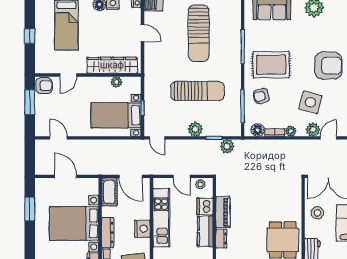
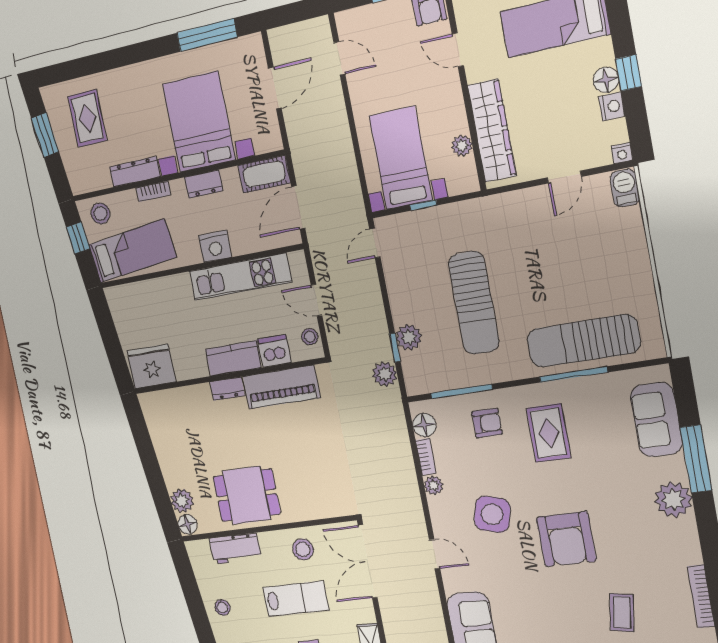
sun lounger: (199, 33) -> (583, 341), moved
rug: (271, 65) -> (549, 433), width x0.73, depth x0.70
armchair: (261, 96) -> (487, 423), turned 105
plant: (195, 129) -> (409, 337), moved
plant: (313, 130) -> (444, 525), removed
door: (59, 138) -> (339, 58), hinge flipped
door: (182, 176) -> (316, 300), hinge flipped
window: (30, 209) -> (207, 35), width x1.44
piano: (223, 212) -> (281, 387), width x1.37, depth x1.33
dresser: (108, 233) -> (204, 184), width x0.70

